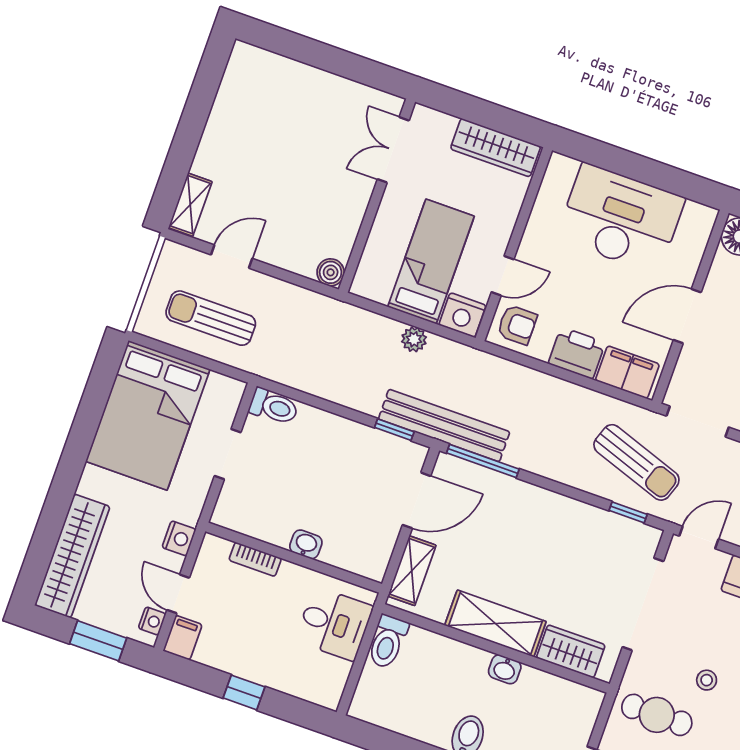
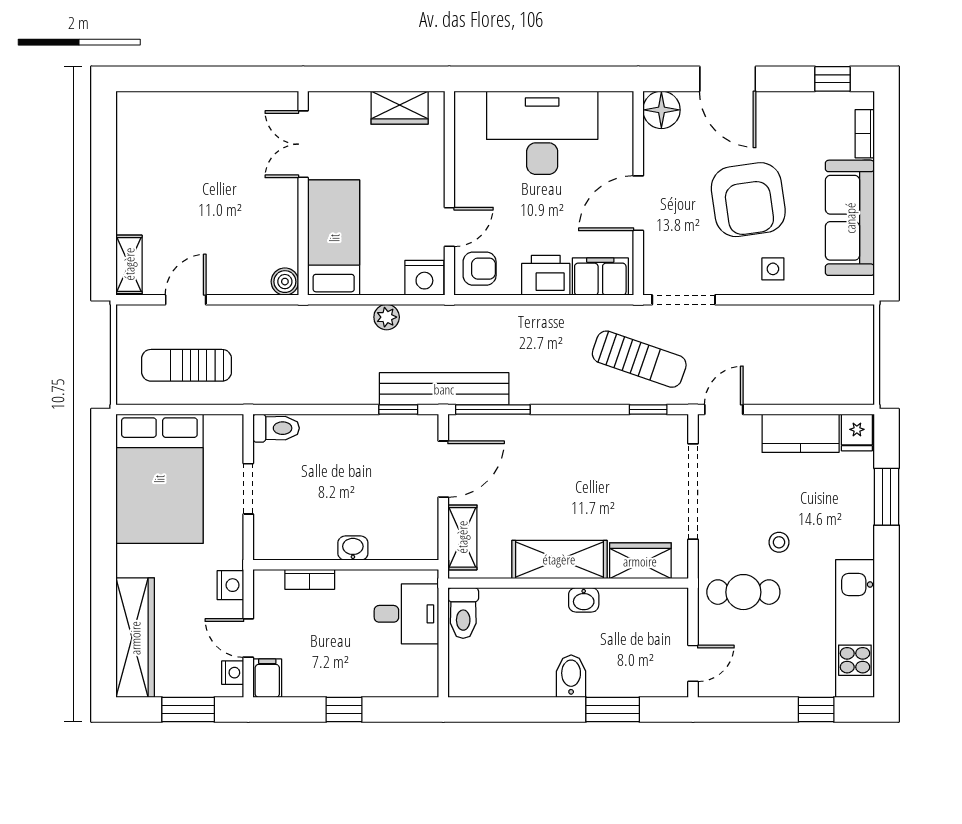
wardrobe: (496, 148) -> (400, 108), width x0.67
bed: (431, 262) -> (334, 238), moved

